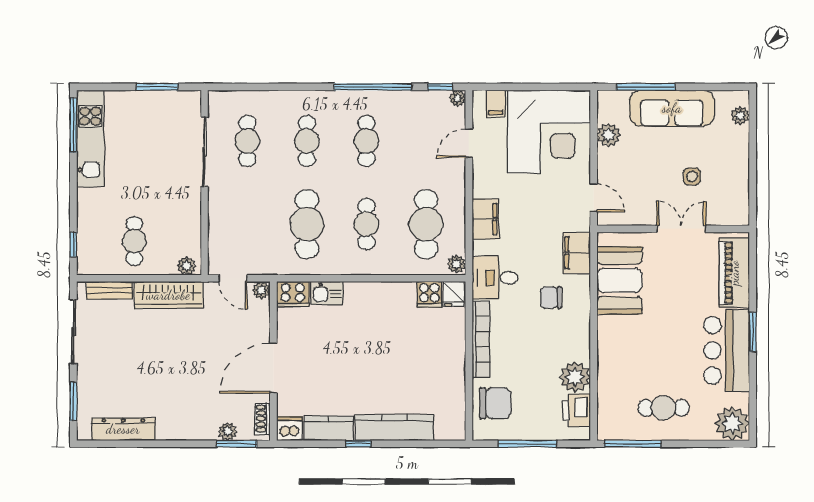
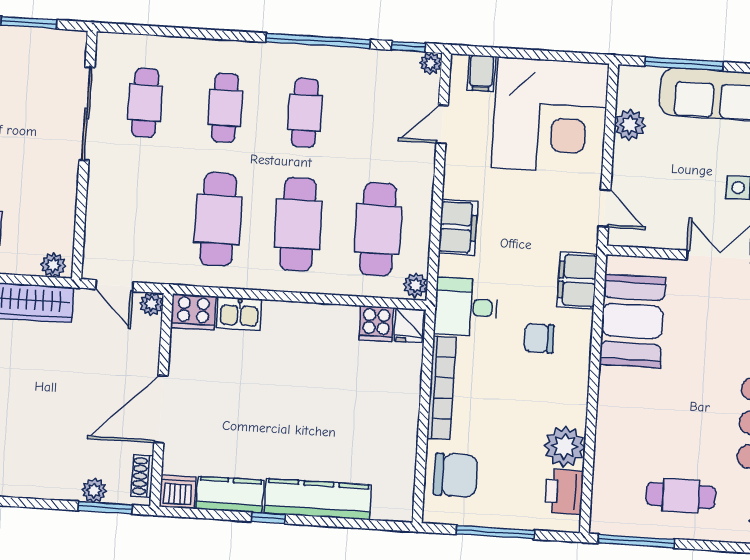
cafe table: (367, 224) -> (298, 224), width x1.37, depth x1.35

